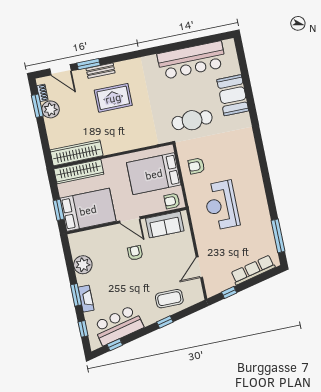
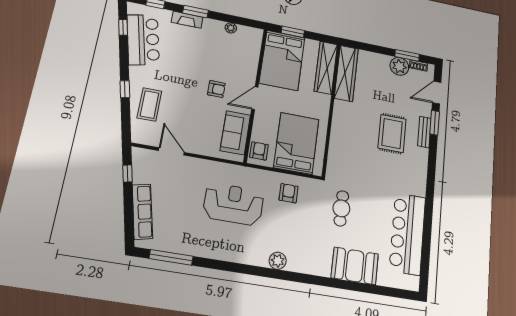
cafe table: (192, 120) -> (341, 208), width x0.73, depth x0.74
plant: (251, 156) -> (278, 261), added
plant: (83, 265) -> (231, 28), width x0.53, depth x0.53

